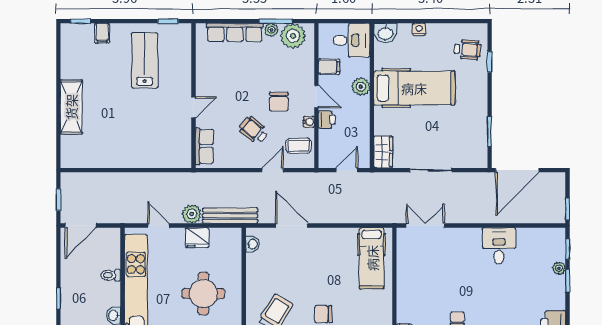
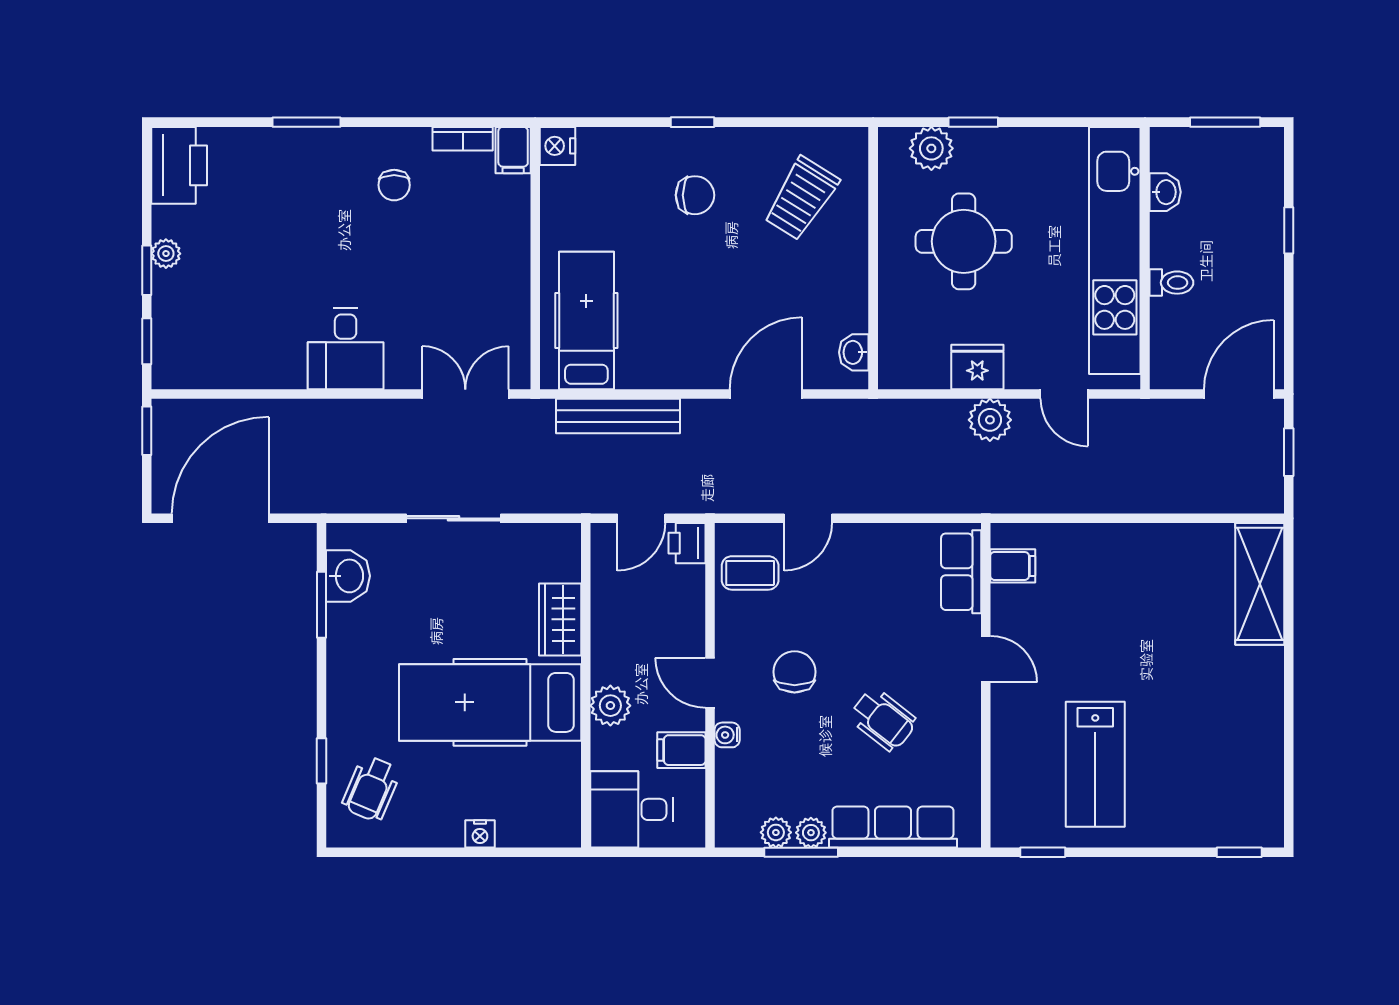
filing cabinet: (102, 33) -> (1013, 566), moved, turned 90
washbasin: (385, 33) -> (348, 576), moved, turned 90
plant: (293, 36) -> (776, 832), width x0.53, depth x0.53
wheelchair: (468, 50) -> (371, 789), turned -71
shelving: (71, 107) -> (1260, 584), moved
door: (193, 107) -> (986, 659), swing flipped
printer: (327, 120) -> (687, 543), moved
water cooler: (309, 122) -> (727, 735), moved
wheelchair: (254, 130) -> (883, 719), moved
wardrobe: (383, 152) -> (560, 619), moved
door: (517, 170) -> (220, 518), moved
bench: (230, 216) -> (618, 416), moved
door: (292, 226) -> (766, 394), swing flipped
double door: (425, 226) -> (465, 394), swing flipped
desk: (499, 246) -> (346, 349), moved
plant: (559, 268) -> (166, 254), moved

